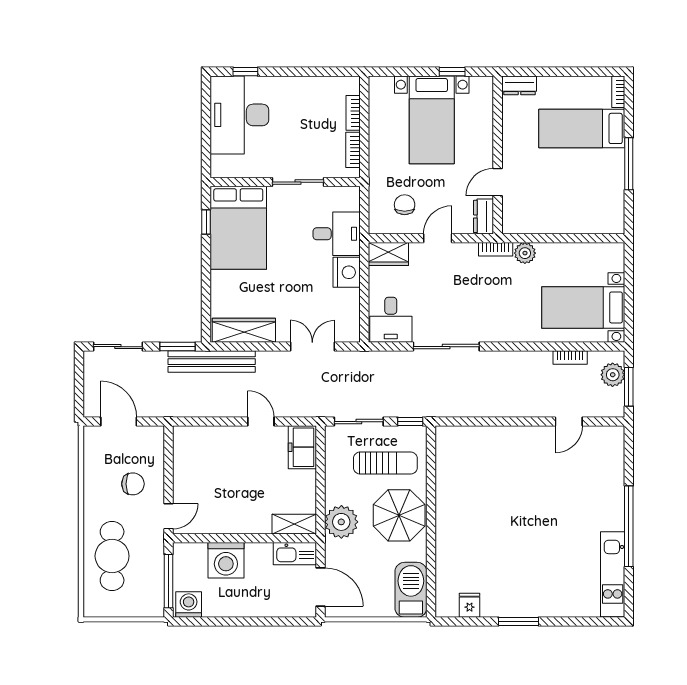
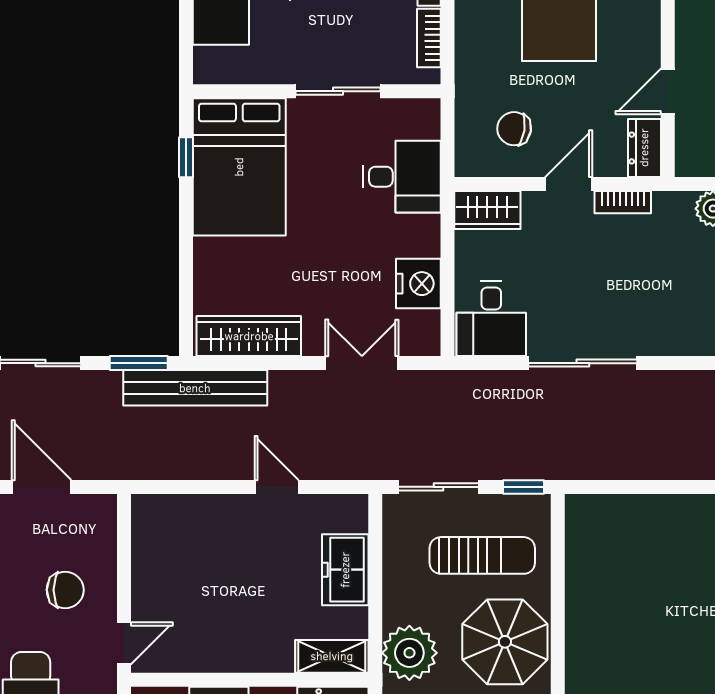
chair: (405, 205) -> (514, 129), turned -81
bookcase: (496, 249) -> (623, 202), moved
nightstand: (347, 272) -> (418, 284), moved
freezer: (302, 447) -> (345, 570), moved

